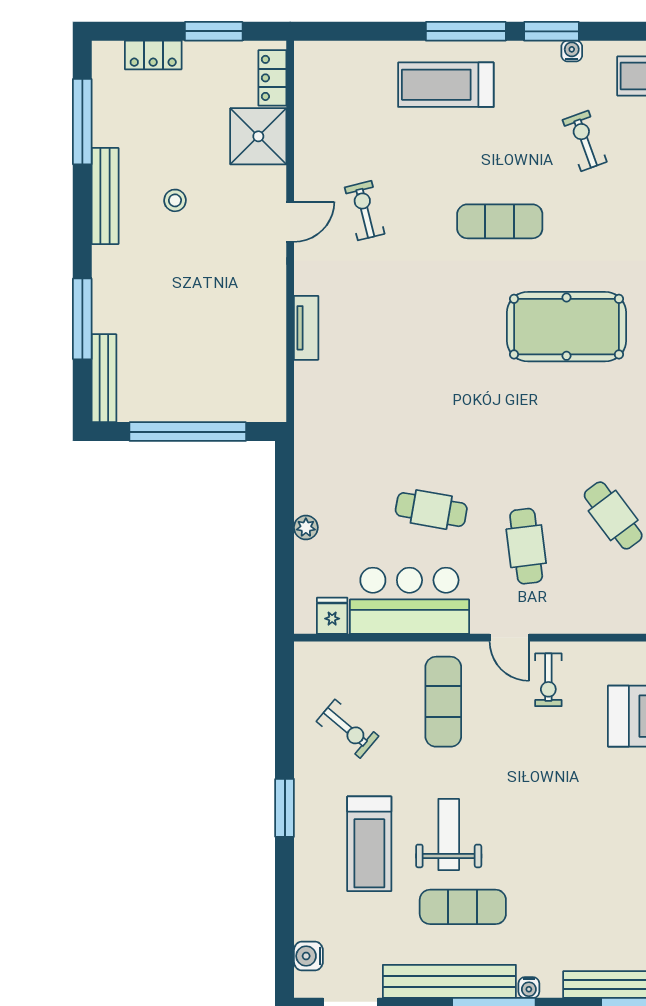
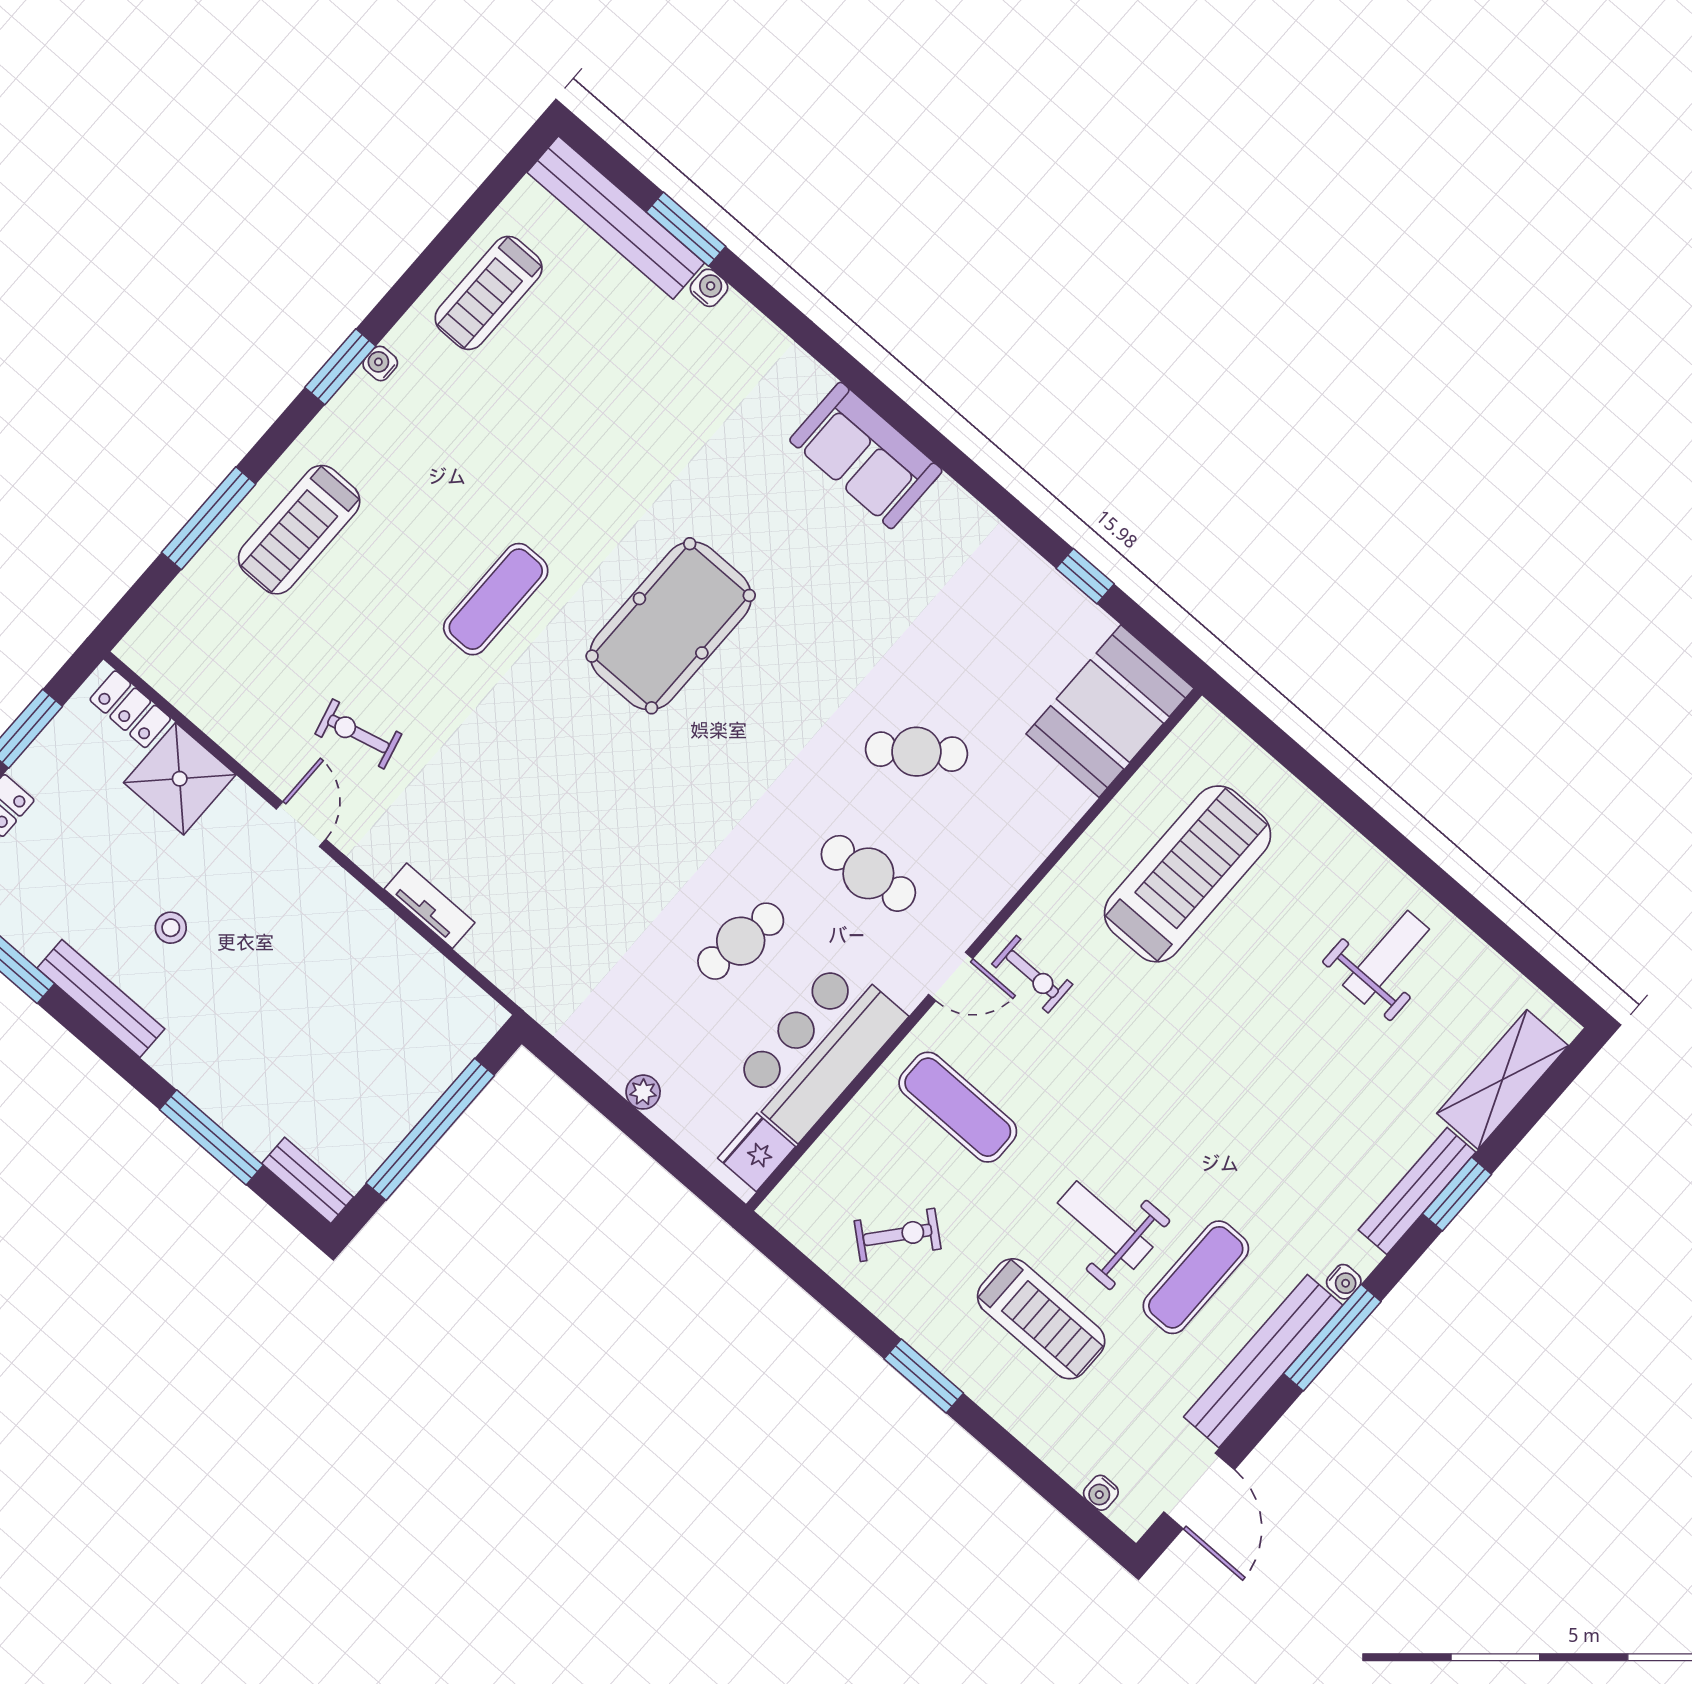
window: (466, 31) -> (209, 518), moved
exercise bike: (585, 141) -> (489, 433), removed
bench: (104, 378) -> (308, 1180), width x0.73
fridge: (332, 616) -> (757, 1152), width x1.38
water cooler: (308, 956) -> (1101, 1493), width x0.72, depth x0.72

